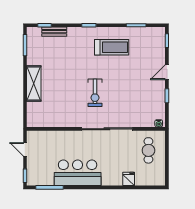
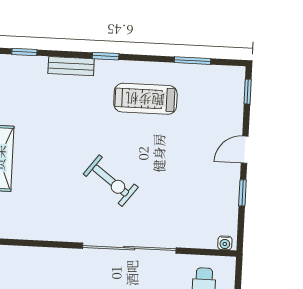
bench: (54, 32) -> (71, 66), moved
treadmill: (112, 47) -> (145, 99), turned 180
exercise bike: (95, 93) -> (111, 181), turned -53

